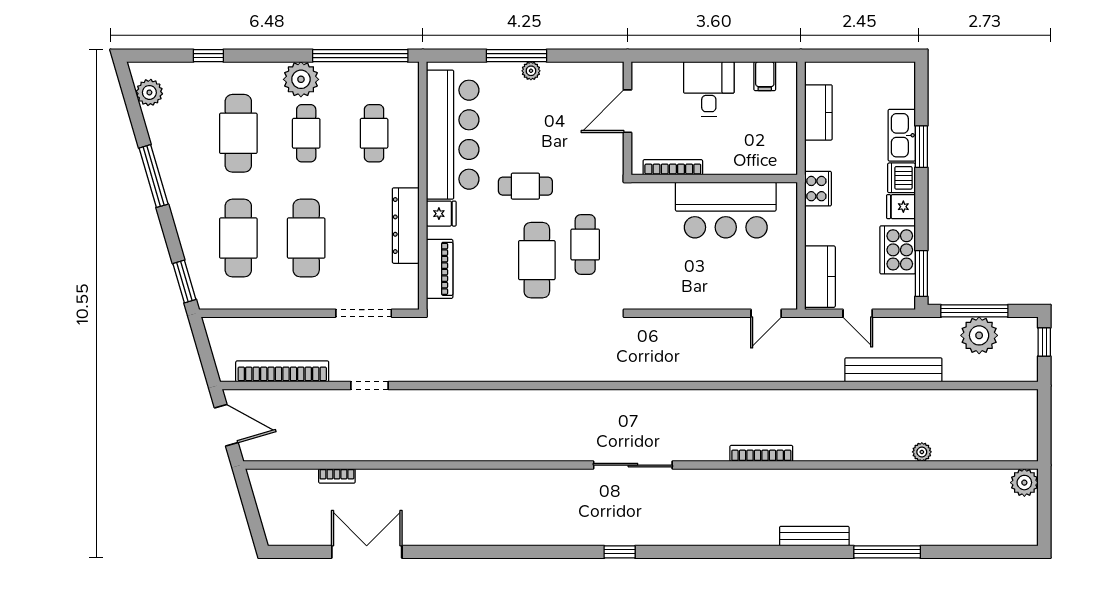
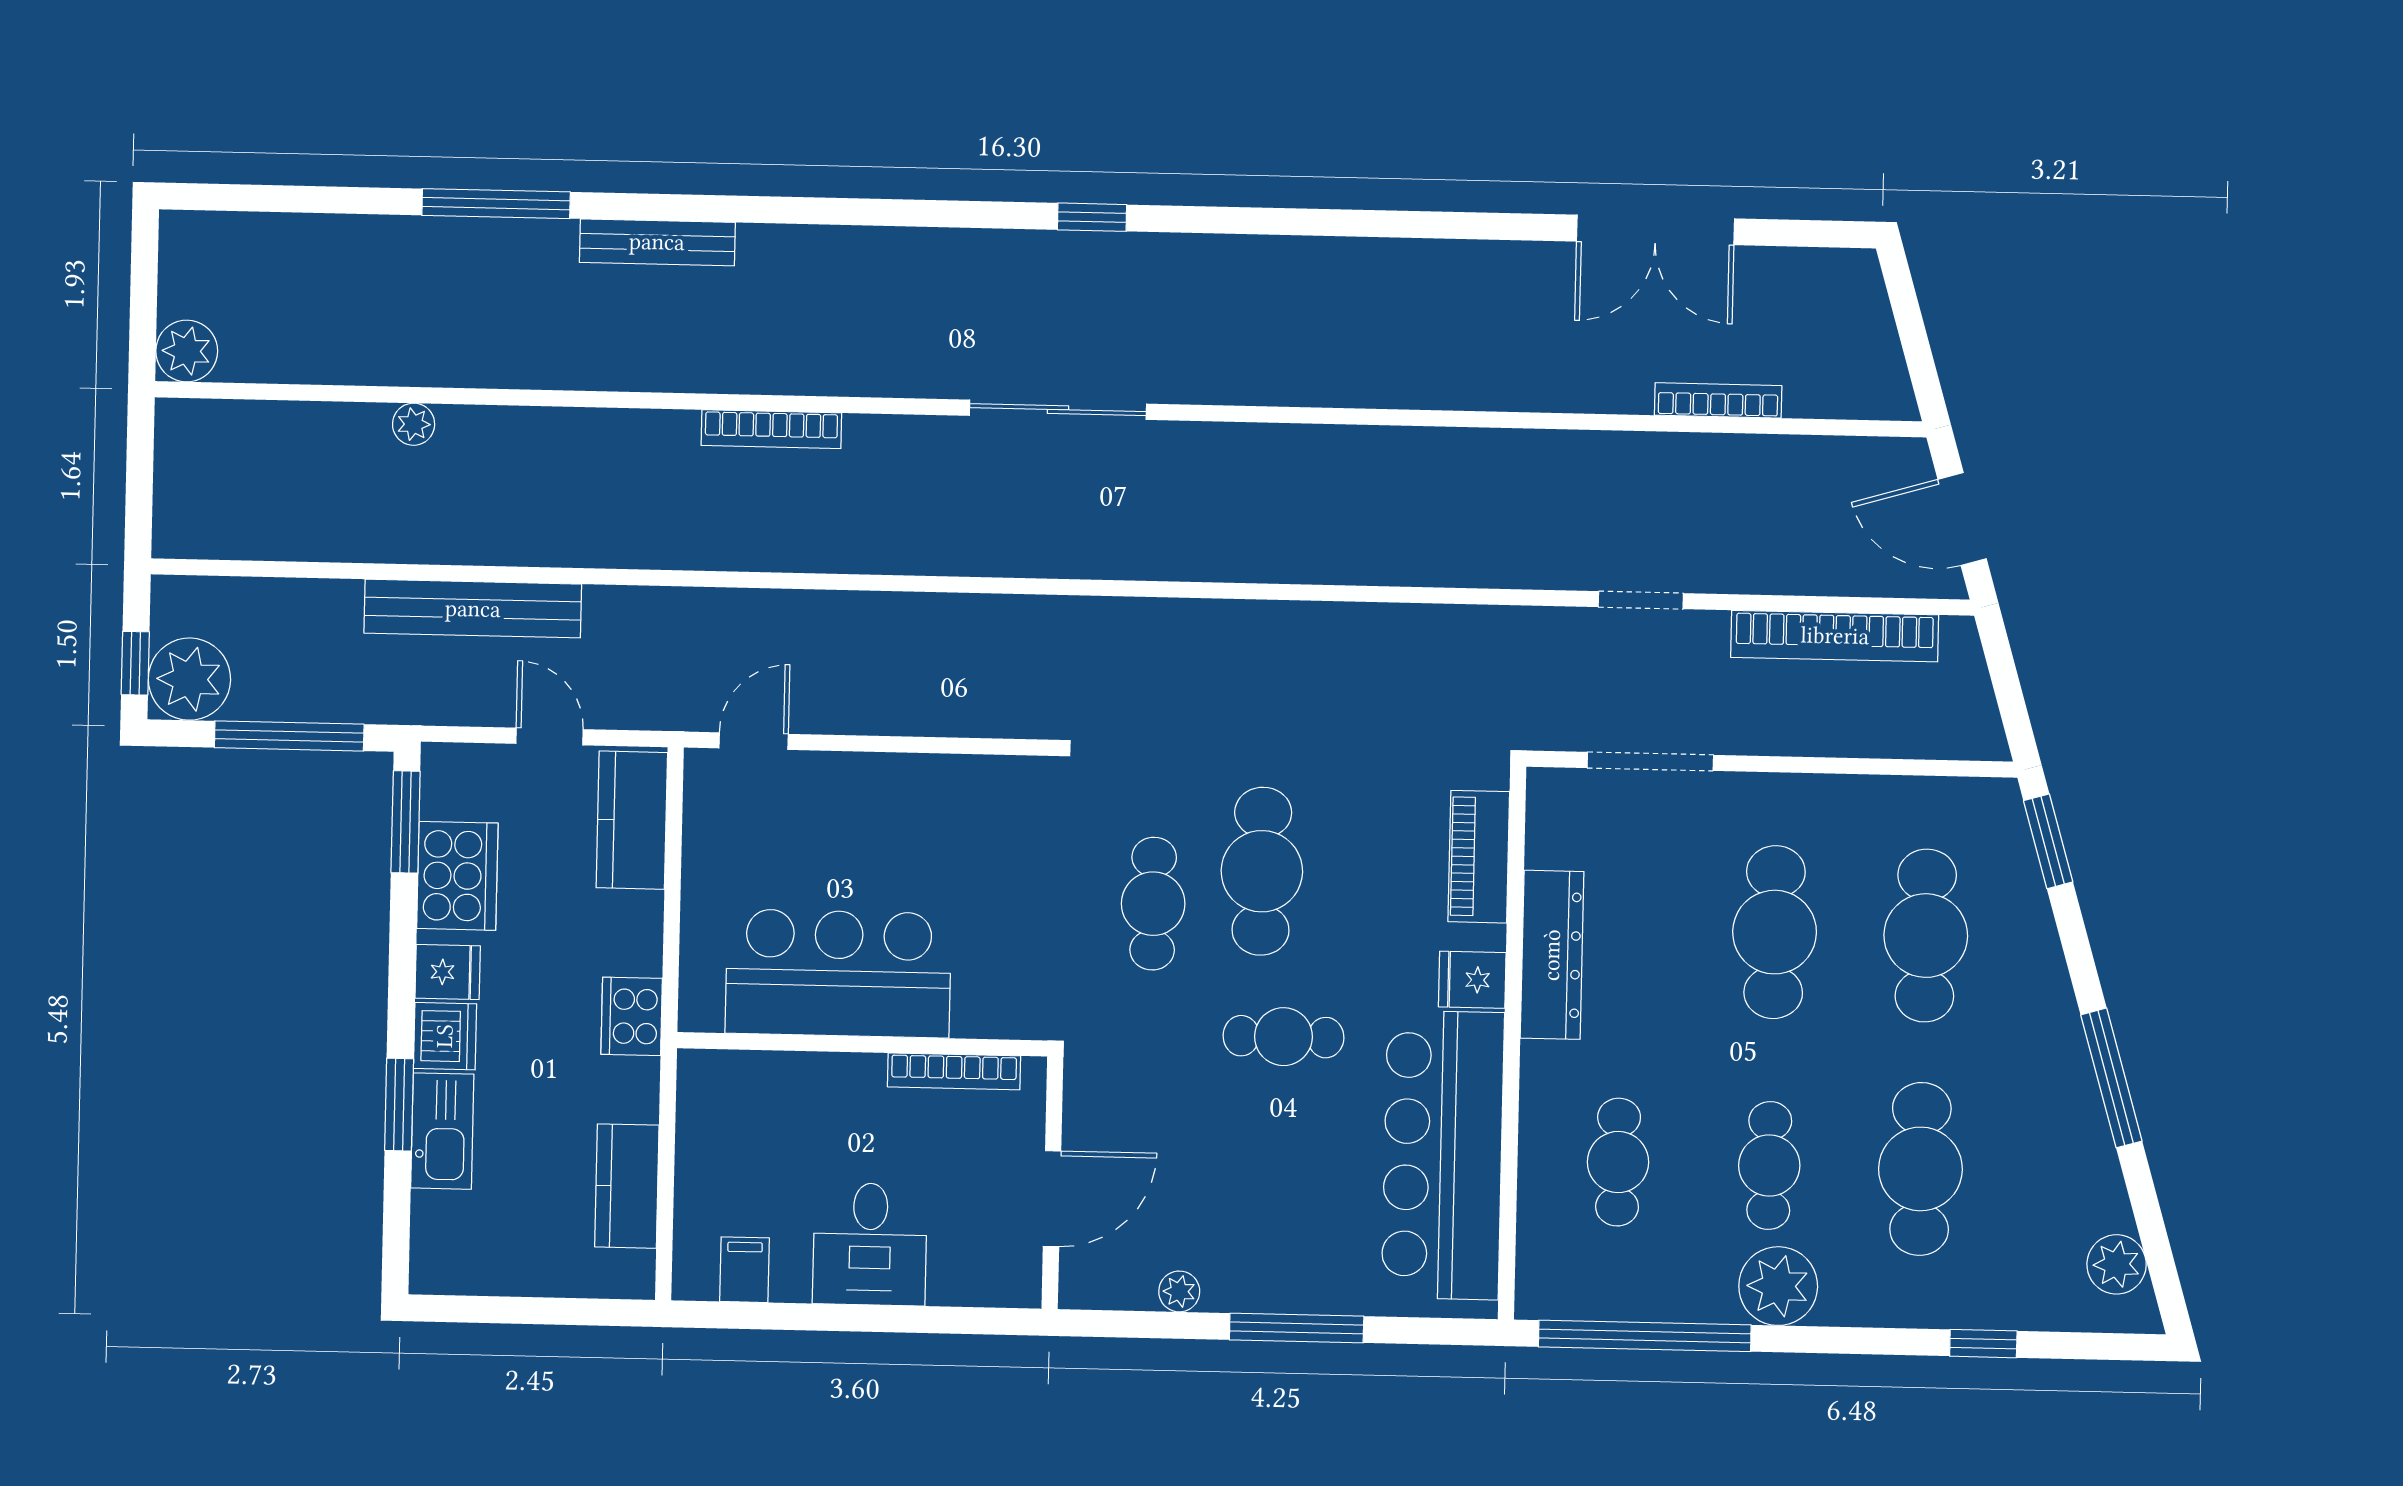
plant: (531, 71) -> (1179, 1291), moved
plant: (979, 335) -> (189, 679), moved
bookcase: (337, 476) -> (1718, 400), width x1.56

